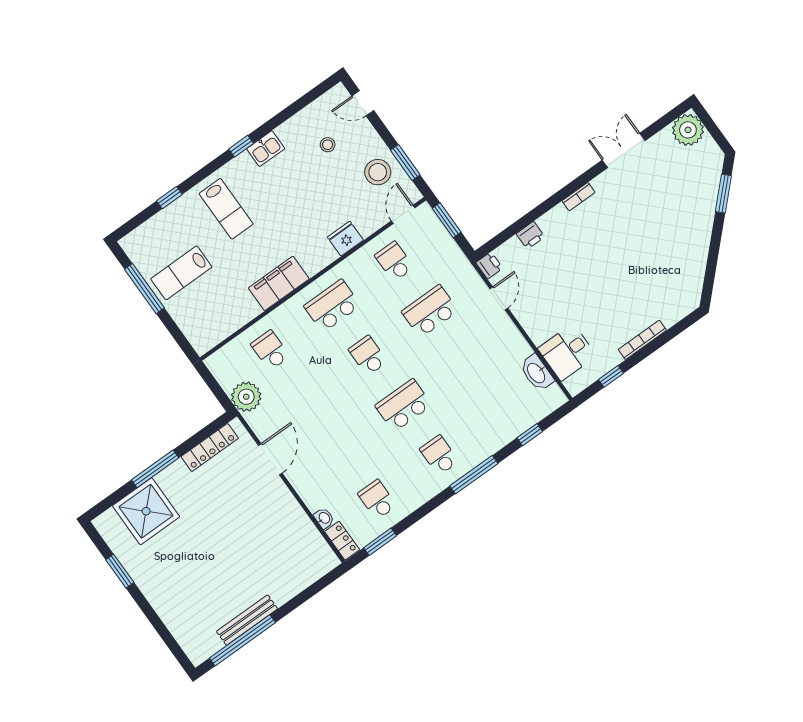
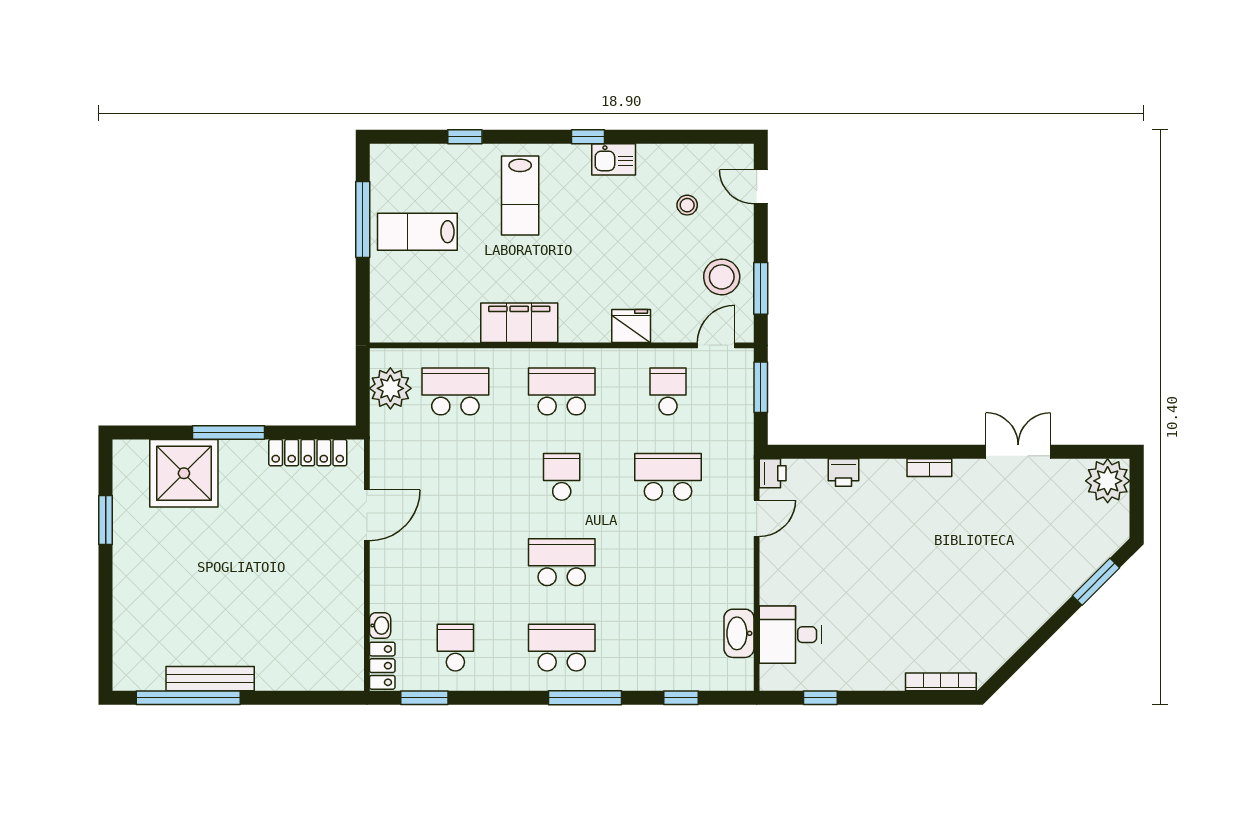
bookcase: (642, 340) -> (941, 682), moved
school desk: (270, 350) -> (455, 391), width x1.85
plant: (246, 397) -> (390, 388), moved
school desk: (439, 455) -> (562, 648), width x1.85

